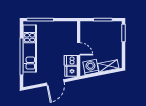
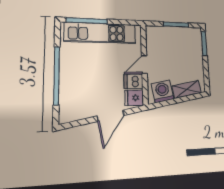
kitchen unit: (30, 48) -> (100, 33), moved, turned 90
door: (79, 49) -> (144, 65), swing flipped

